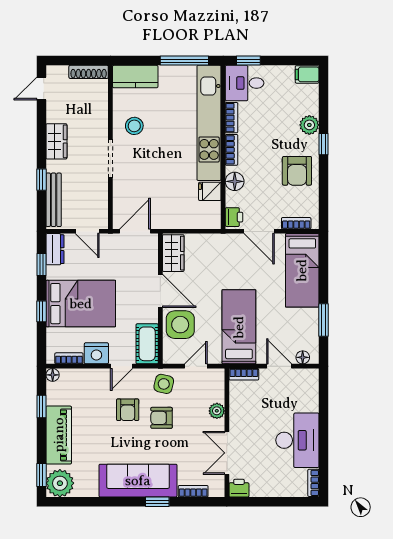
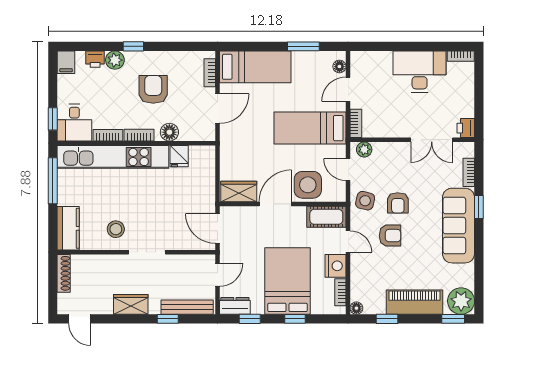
armchair: (297, 171) -> (153, 89), moved, turned -90
printer: (234, 217) -> (95, 59), moved, turned 180
plant: (217, 411) -> (364, 149), moved

